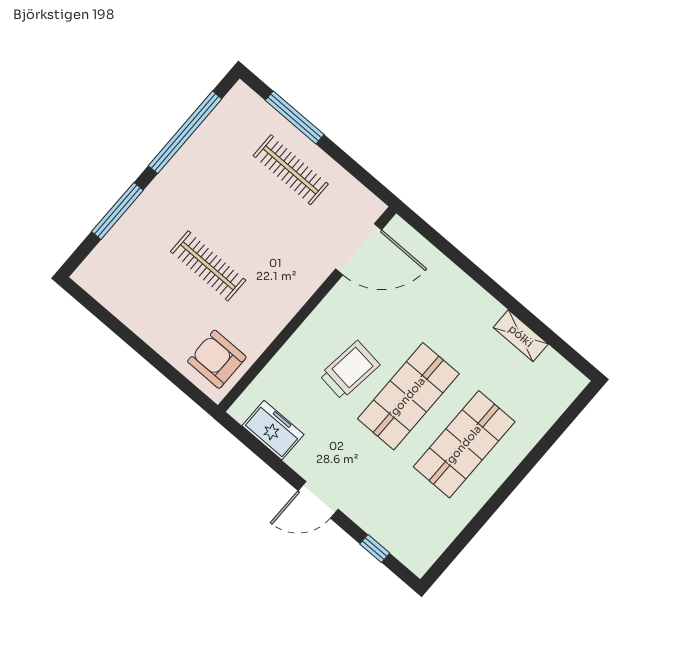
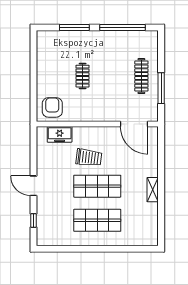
window: (295, 117) -> (161, 88), moved
clothes rail: (208, 266) -> (83, 76), width x0.73
shelving: (521, 336) -> (153, 190), moved
freezer: (273, 430) -> (60, 134), moved, turned 90

